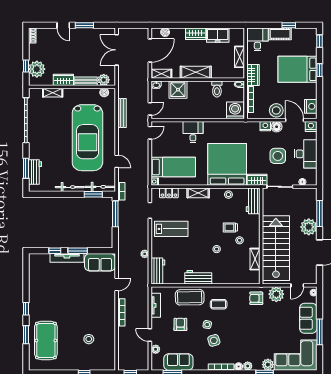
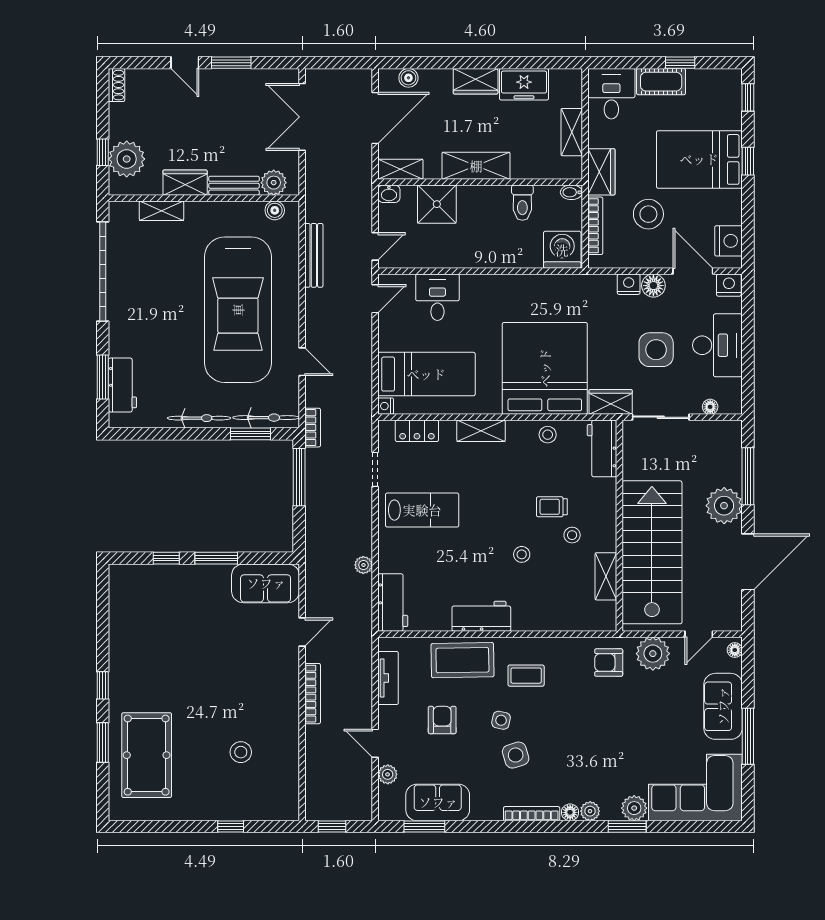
stool: (276, 110) -> (648, 214), moved
desk: (193, 132) -> (437, 297), moved
tv unit: (67, 258) -> (193, 574), removed

